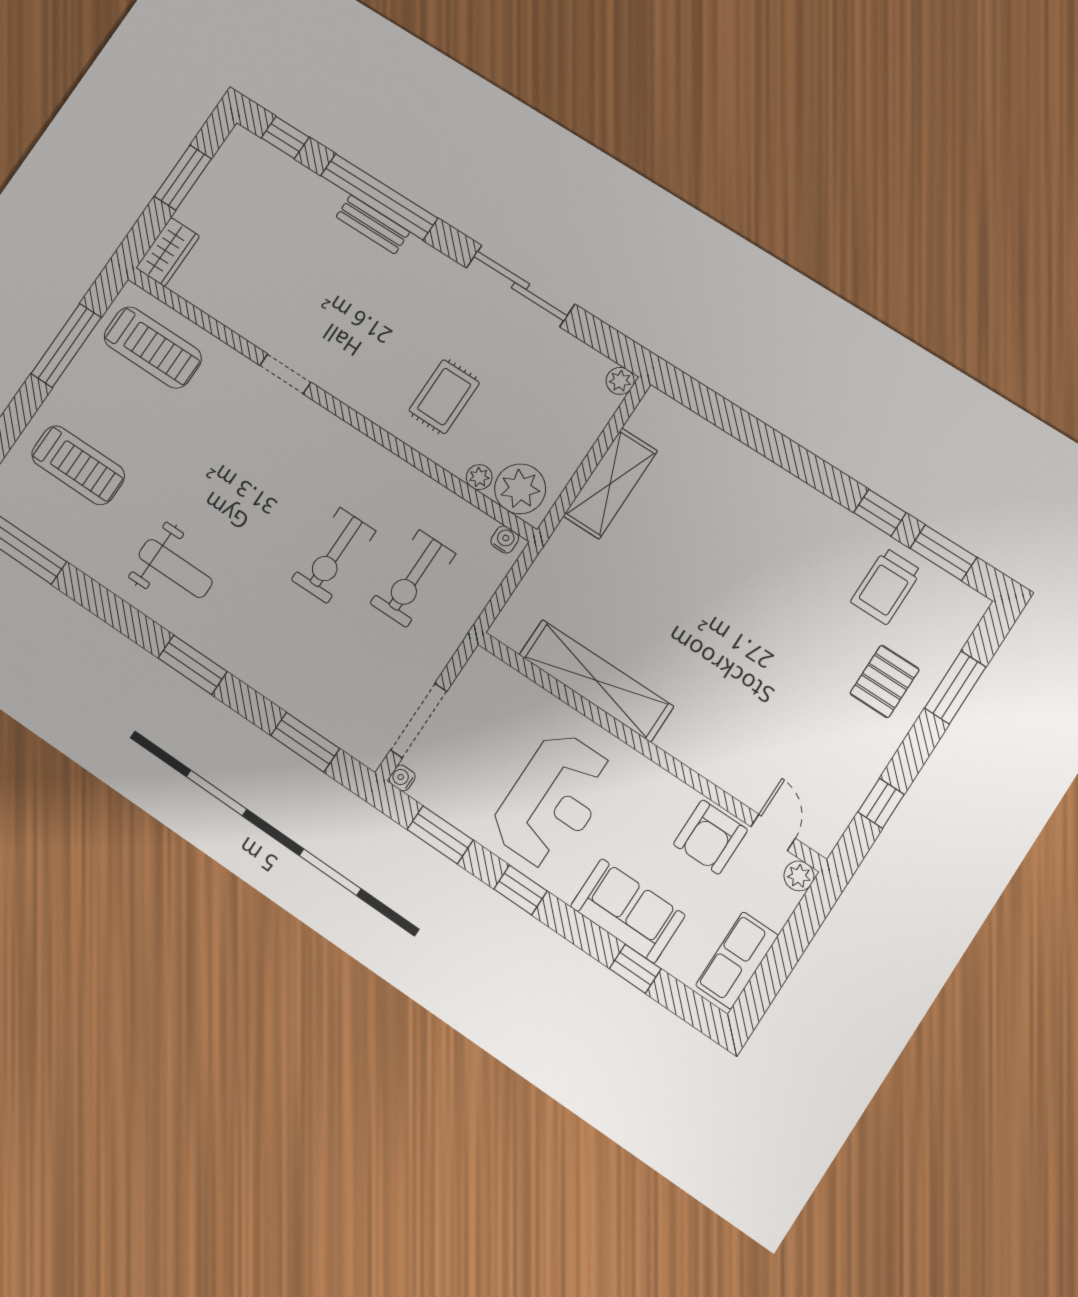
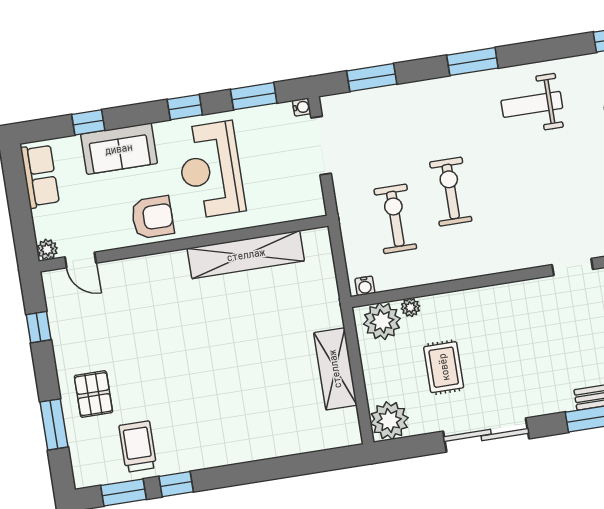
plant: (620, 381) -> (389, 421), width x1.87, depth x1.87
rug: (444, 397) -> (444, 367), moved
armchair: (710, 837) -> (152, 217), moved, turned 90

